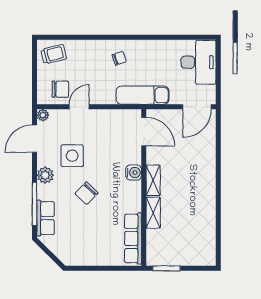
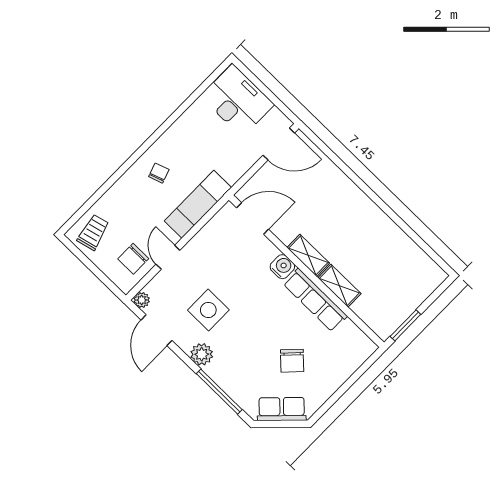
chair: (60, 89) -> (133, 259), turned 180
exam couch: (143, 95) -> (198, 204), moved
door: (197, 107) -> (279, 144), hinge flipped
chair: (87, 193) -> (292, 361), moved
row of seats: (46, 218) -> (282, 409), moved, turned -45
row of seats: (133, 238) -> (315, 300), moved

